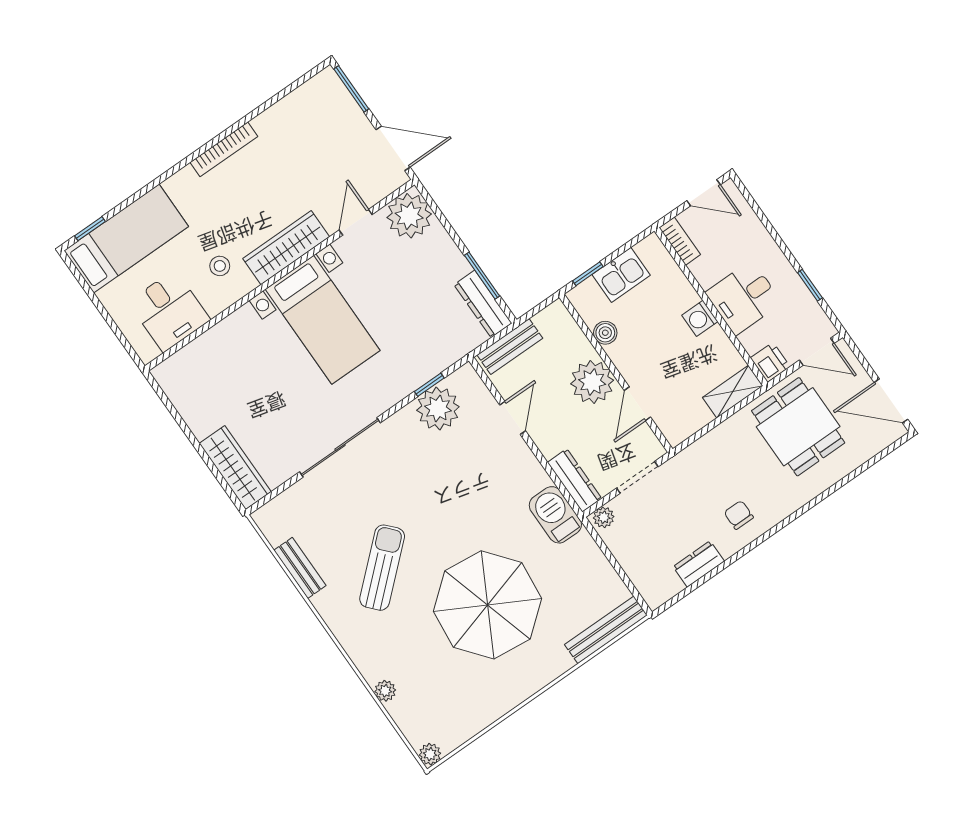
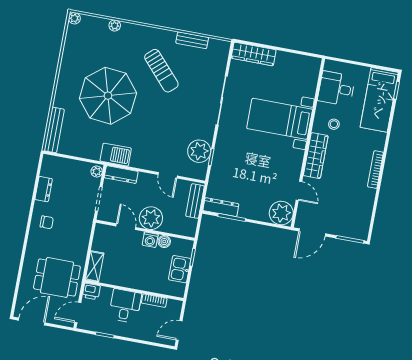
bookcase: (680, 241) -> (154, 301), moved
washing machine: (700, 318) -> (150, 240), moved, turned 180
bed with nightstands: (323, 320) -> (280, 119), moved

